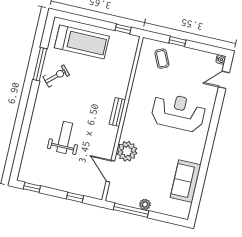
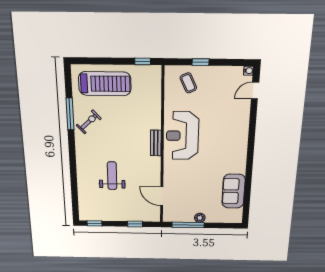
reception desk: (178, 112) -> (182, 136), moved, turned -90
plant: (127, 151) -> (173, 176), removed

